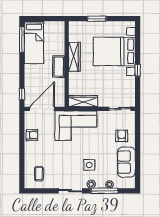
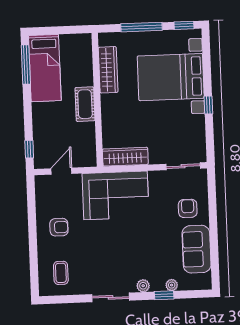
window: (97, 19) -> (141, 27), width x1.44
window: (124, 19) -> (184, 25), added
wardrobe: (74, 57) -> (108, 70), moved
door: (42, 109) -> (61, 171), width x0.53
armchair: (32, 135) -> (59, 227), moved
side table: (89, 165) -> (139, 256), removed
window: (104, 191) -> (164, 295), width x0.46

